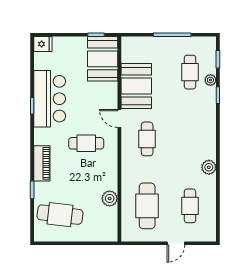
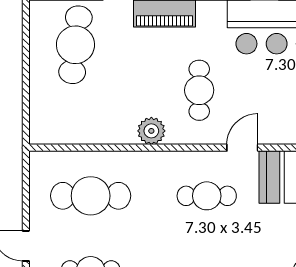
plant: (110, 199) -> (151, 131), moved

